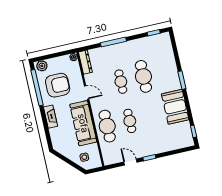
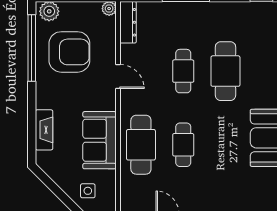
fireplace: (50, 117) -> (44, 130), moved
sofa: (83, 123) -> (100, 140), width x0.73

